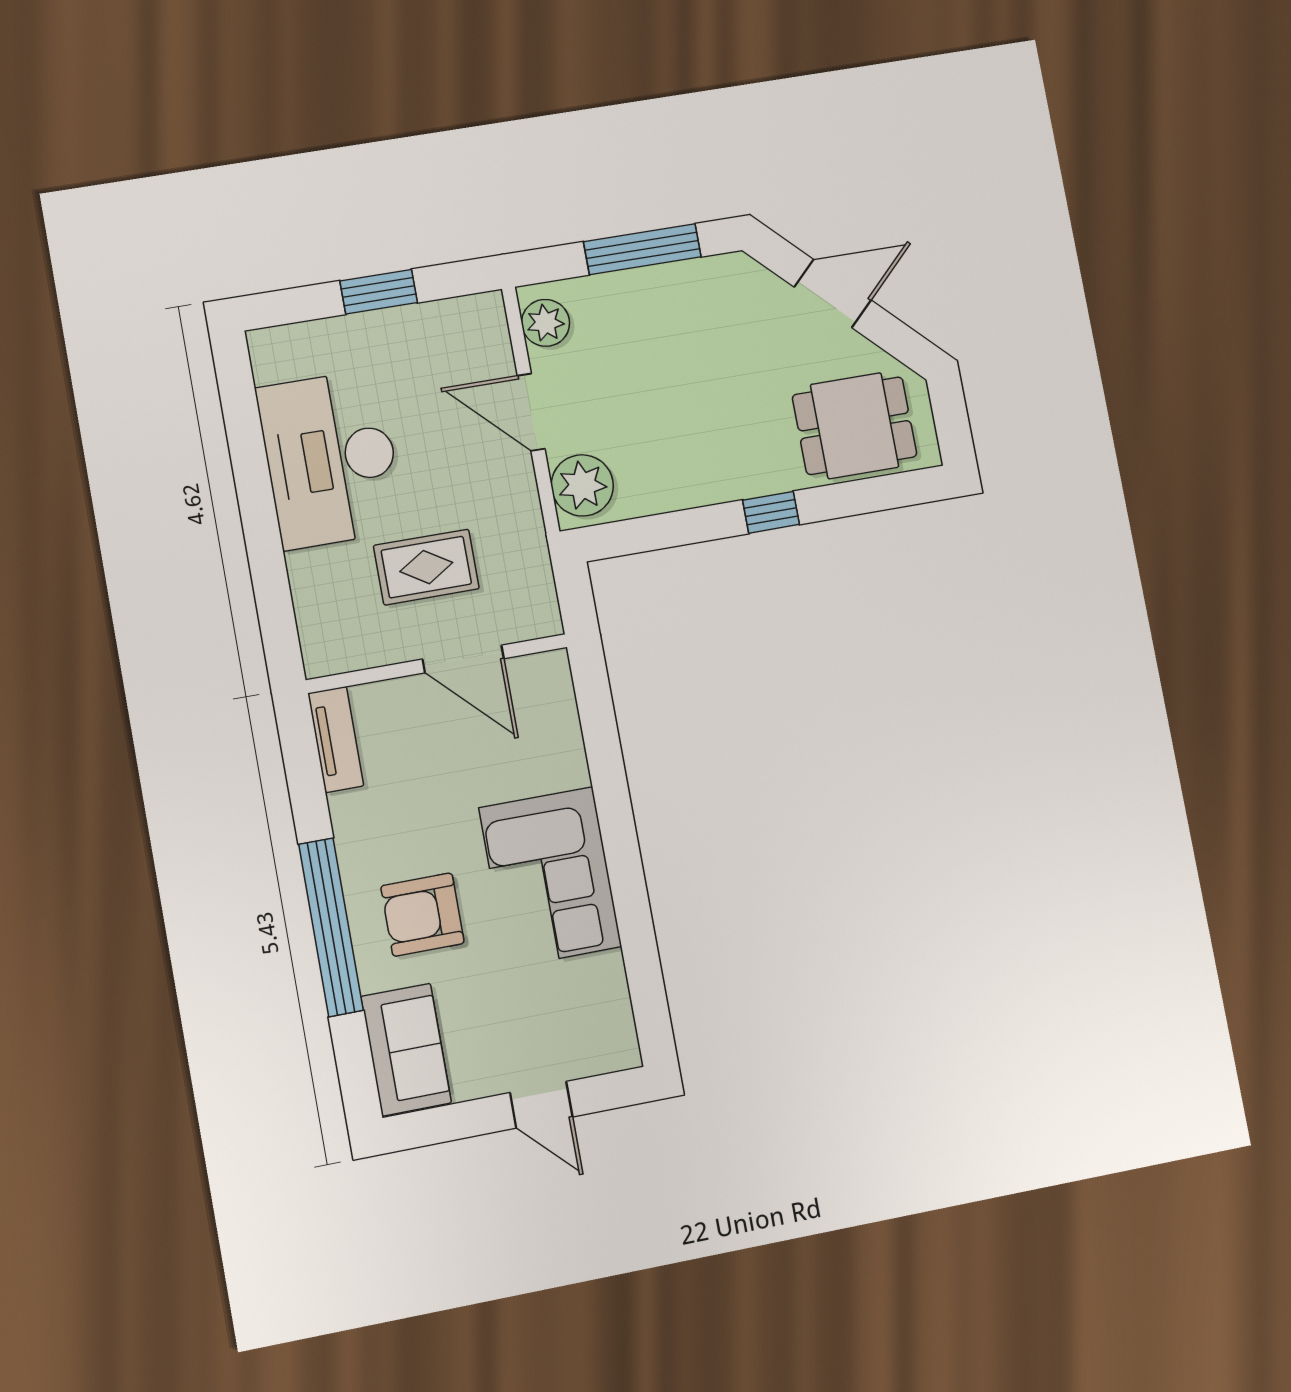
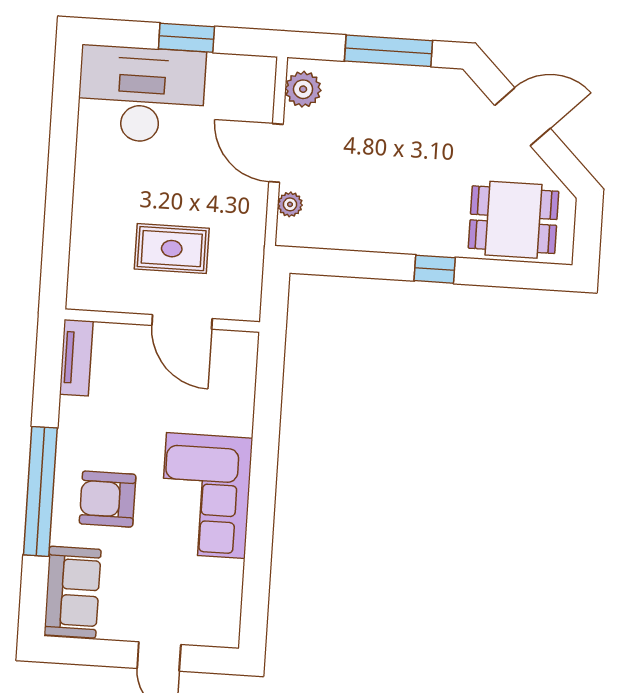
desk: (331, 459) -> (141, 94), moved, turned 90
plant: (582, 485) -> (290, 204), width x0.53, depth x0.53

